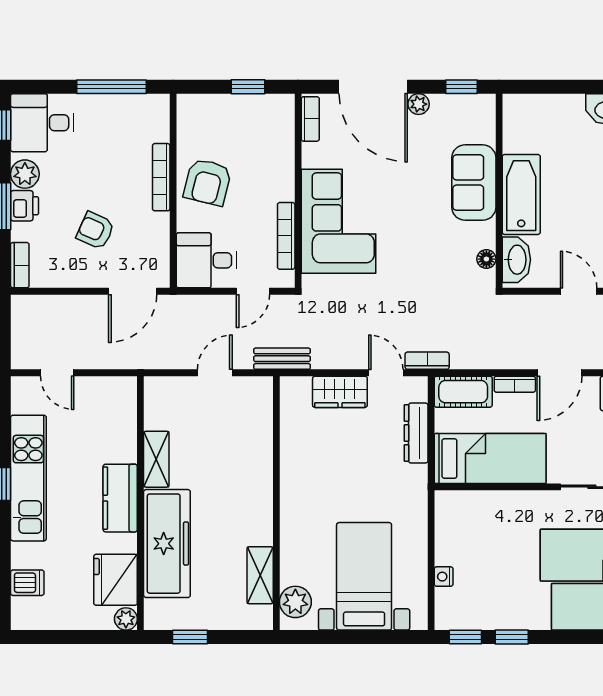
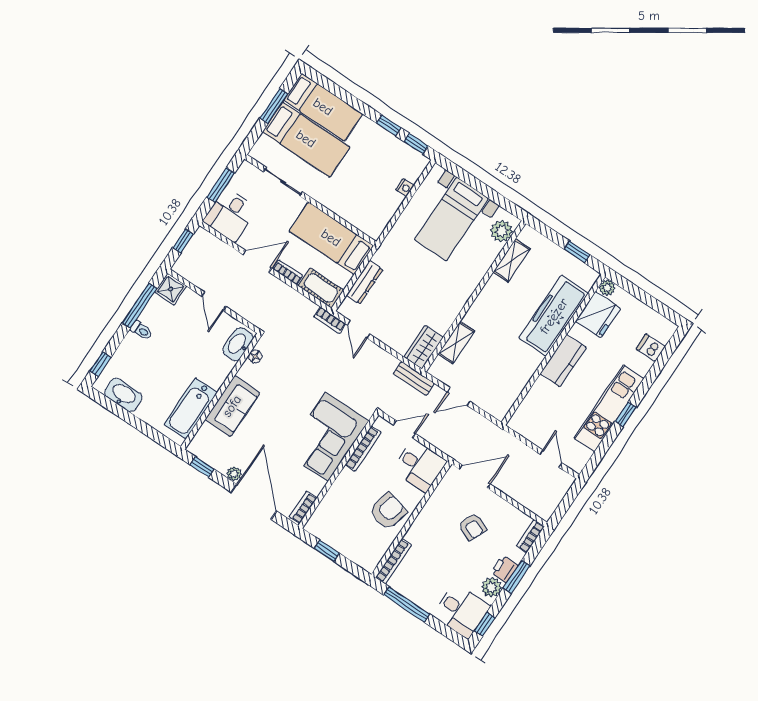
bookcase: (161, 177) -> (394, 561), moved
bathtub: (521, 194) -> (191, 408), moved
wardrobe: (340, 392) -> (424, 347), moved, turned -90
shelving: (156, 459) -> (456, 343), moved

